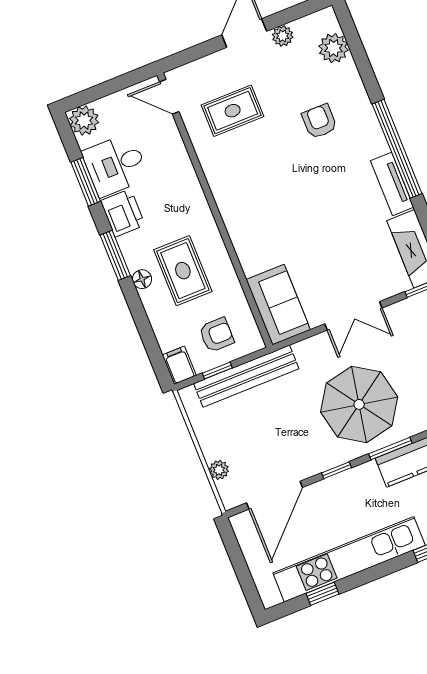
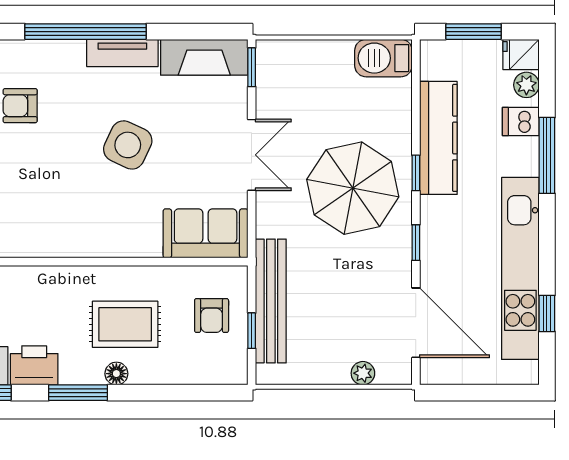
side table: (322, 217) -> (128, 145), added
armchair: (217, 335) -> (212, 316), turned 180
filing cabinet: (179, 365) -> (229, 371), removed
window: (390, 449) -> (416, 173), width x0.67

